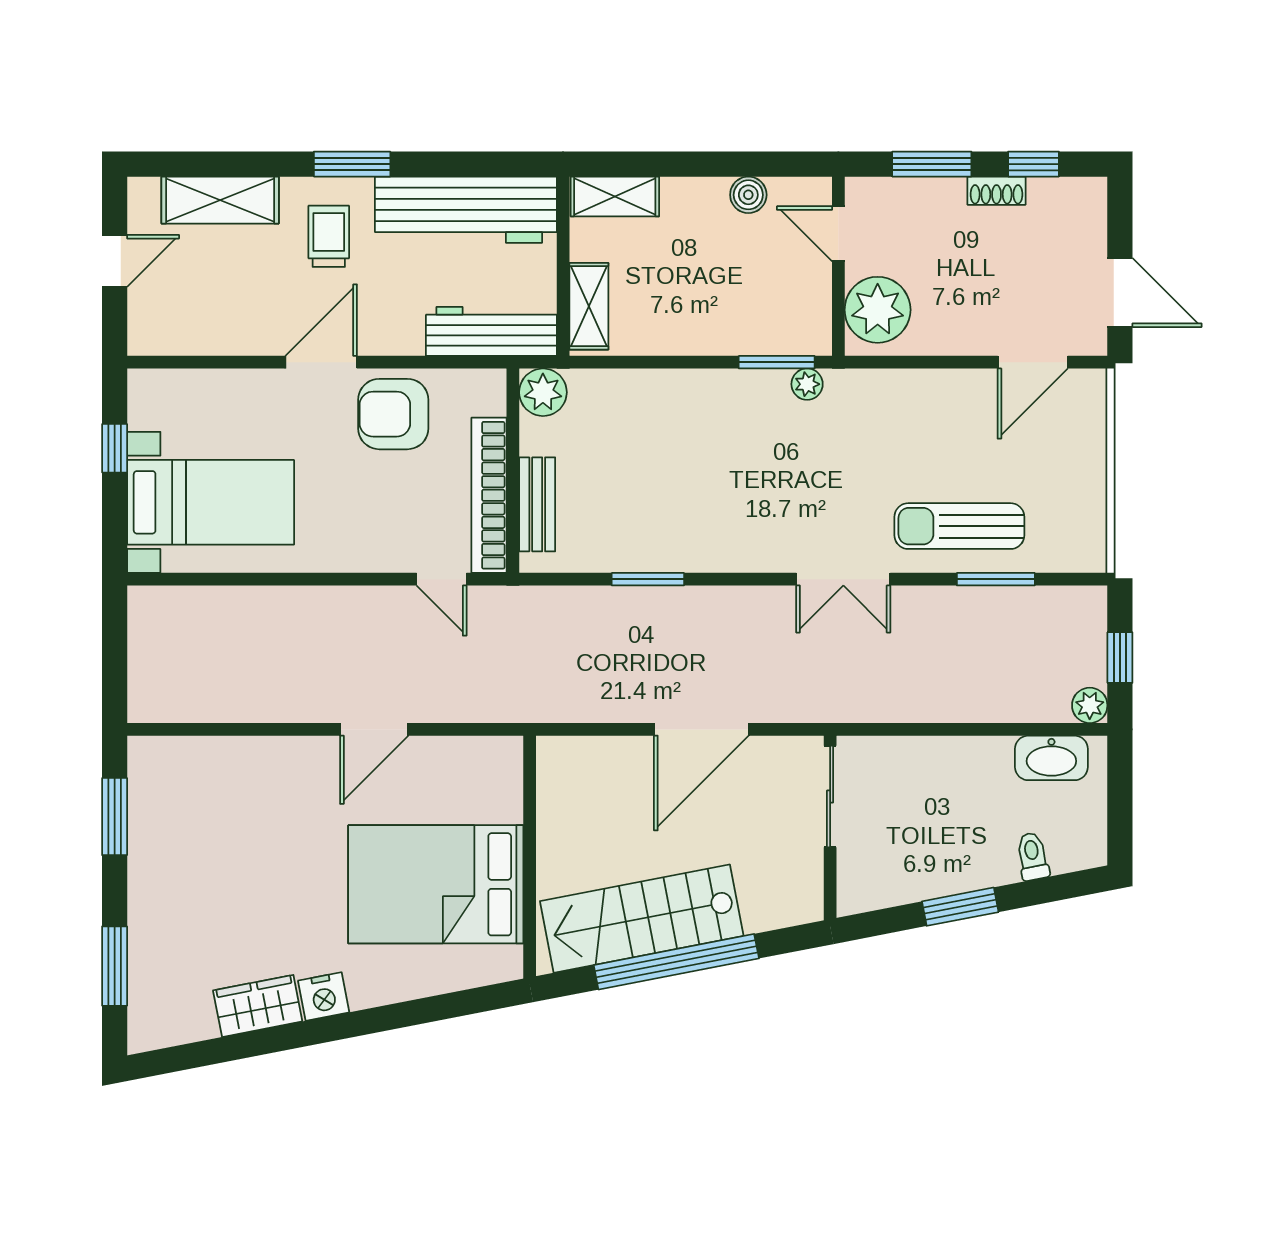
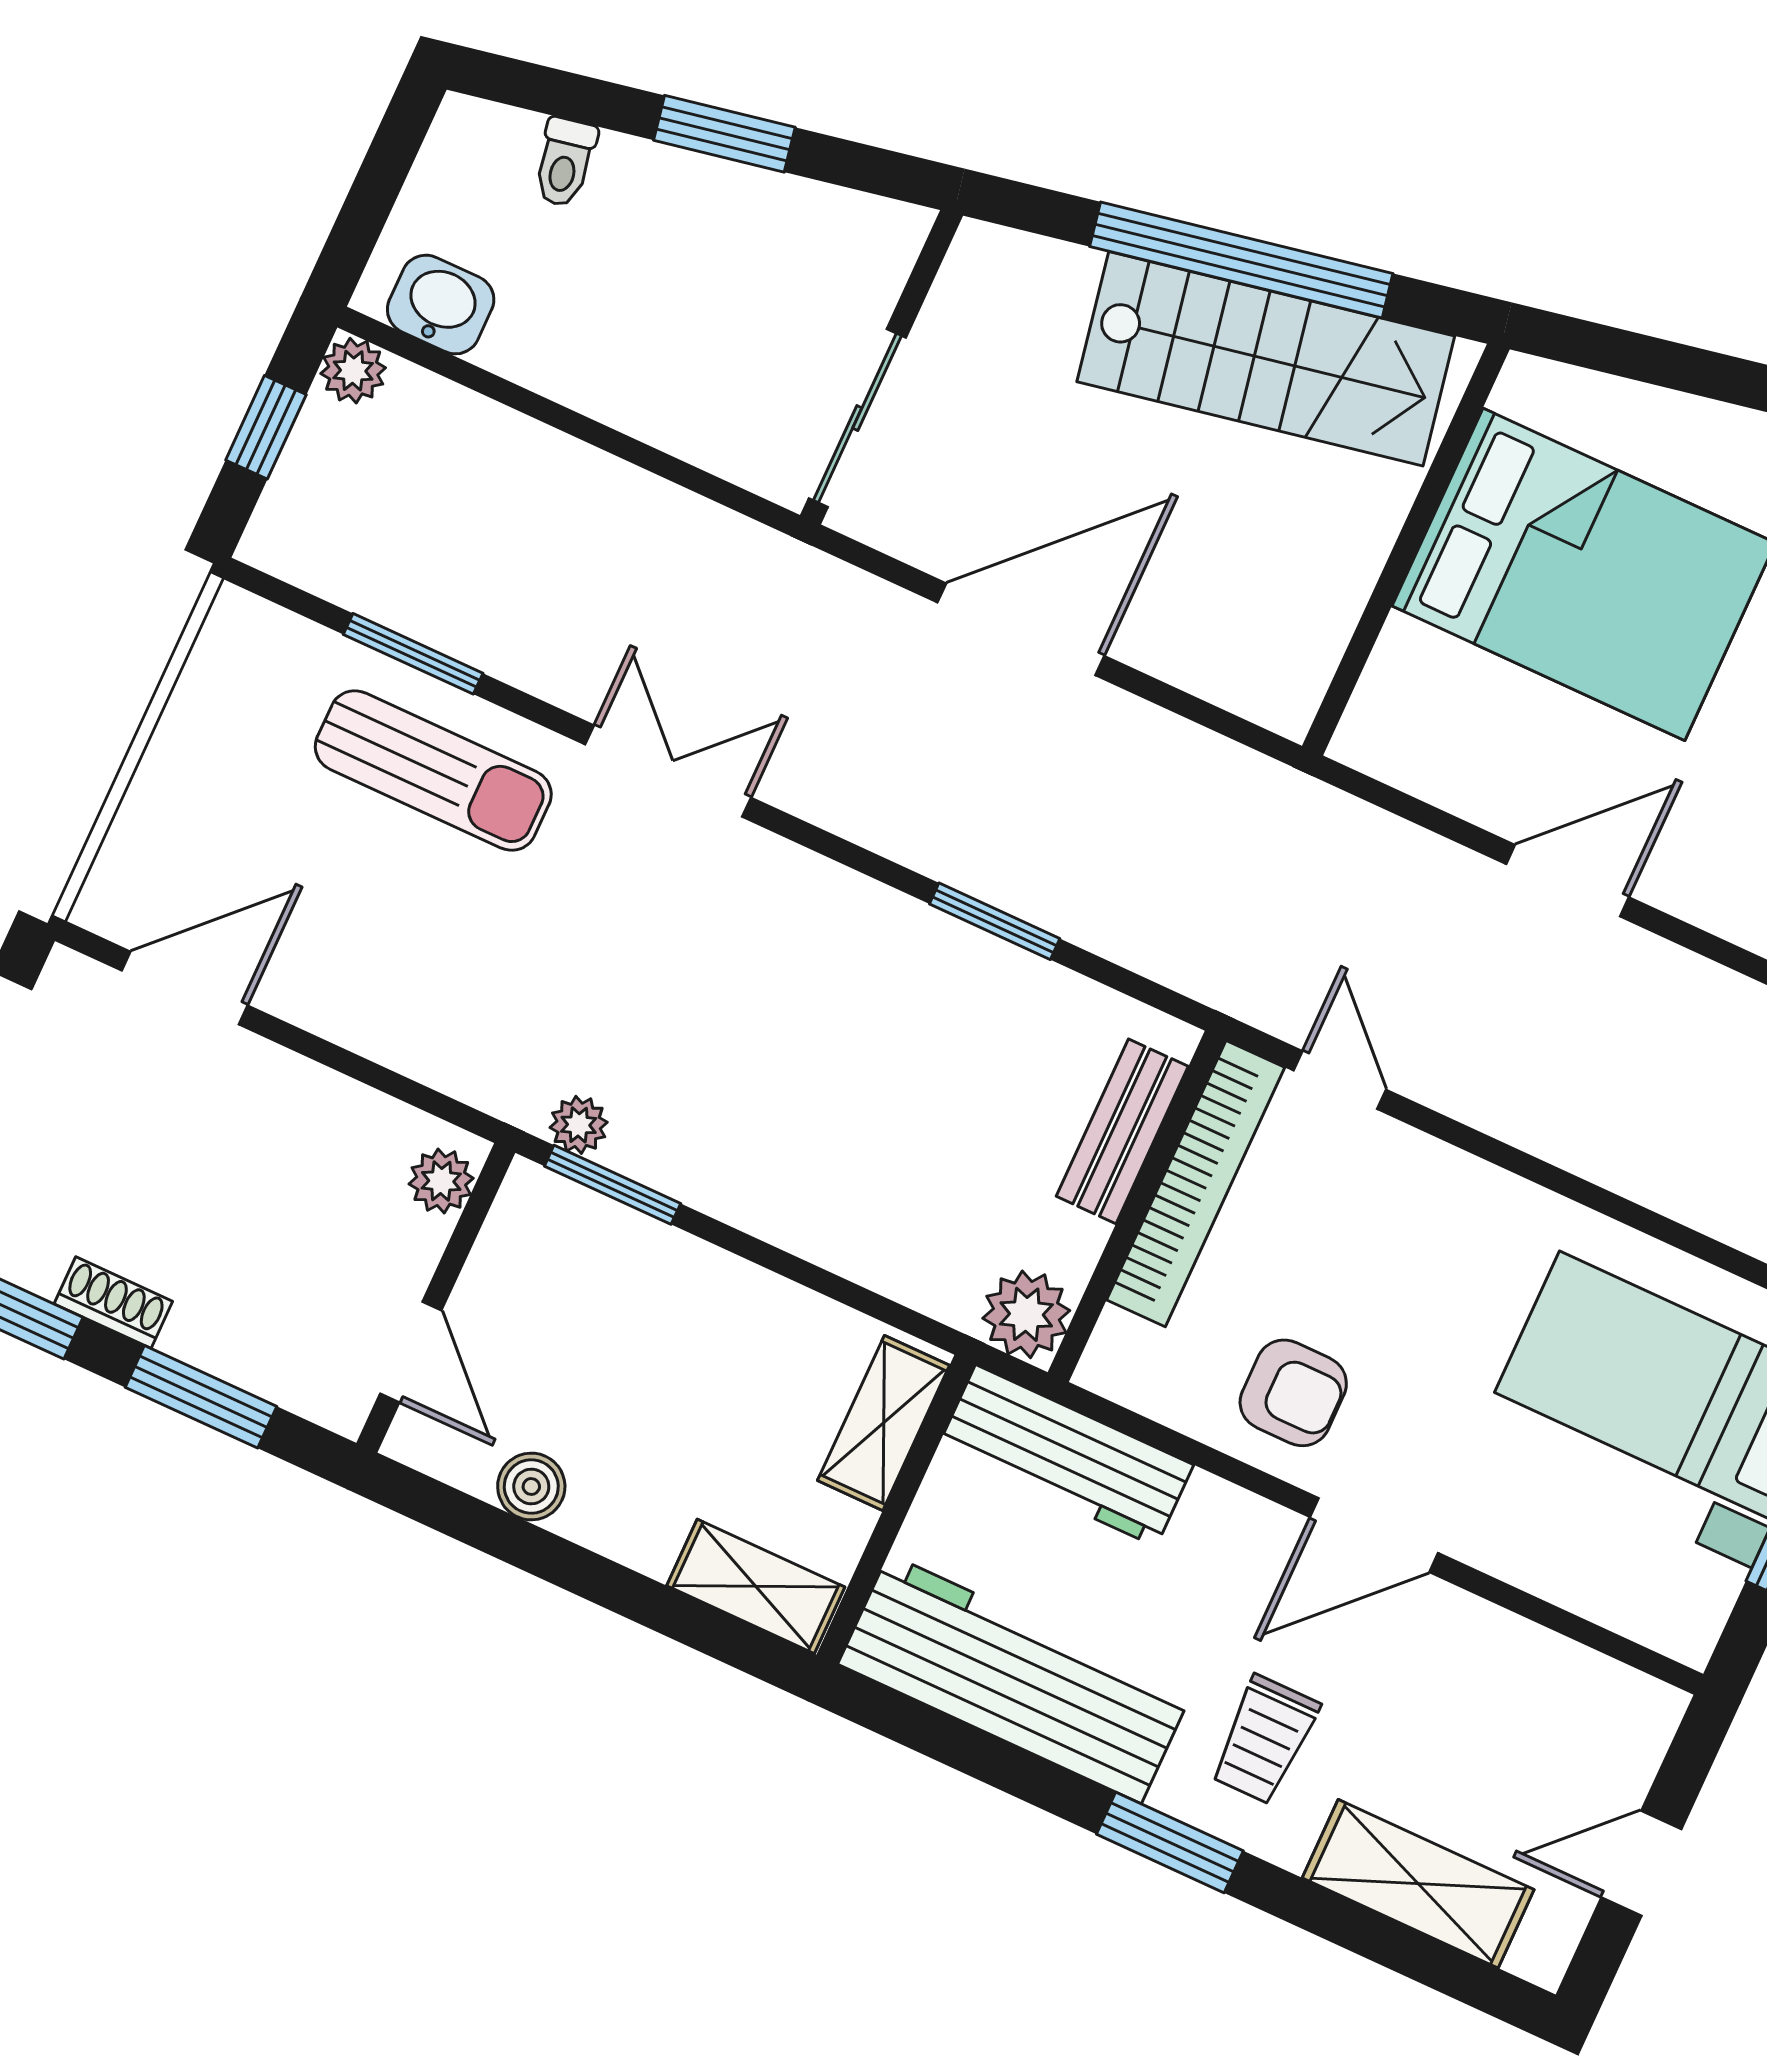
plant: (878, 310) -> (441, 1181), width x0.53, depth x0.53
armchair: (393, 414) -> (1293, 1393), width x0.72, depth x0.72
washbasin: (1051, 758) -> (441, 305), width x0.72

